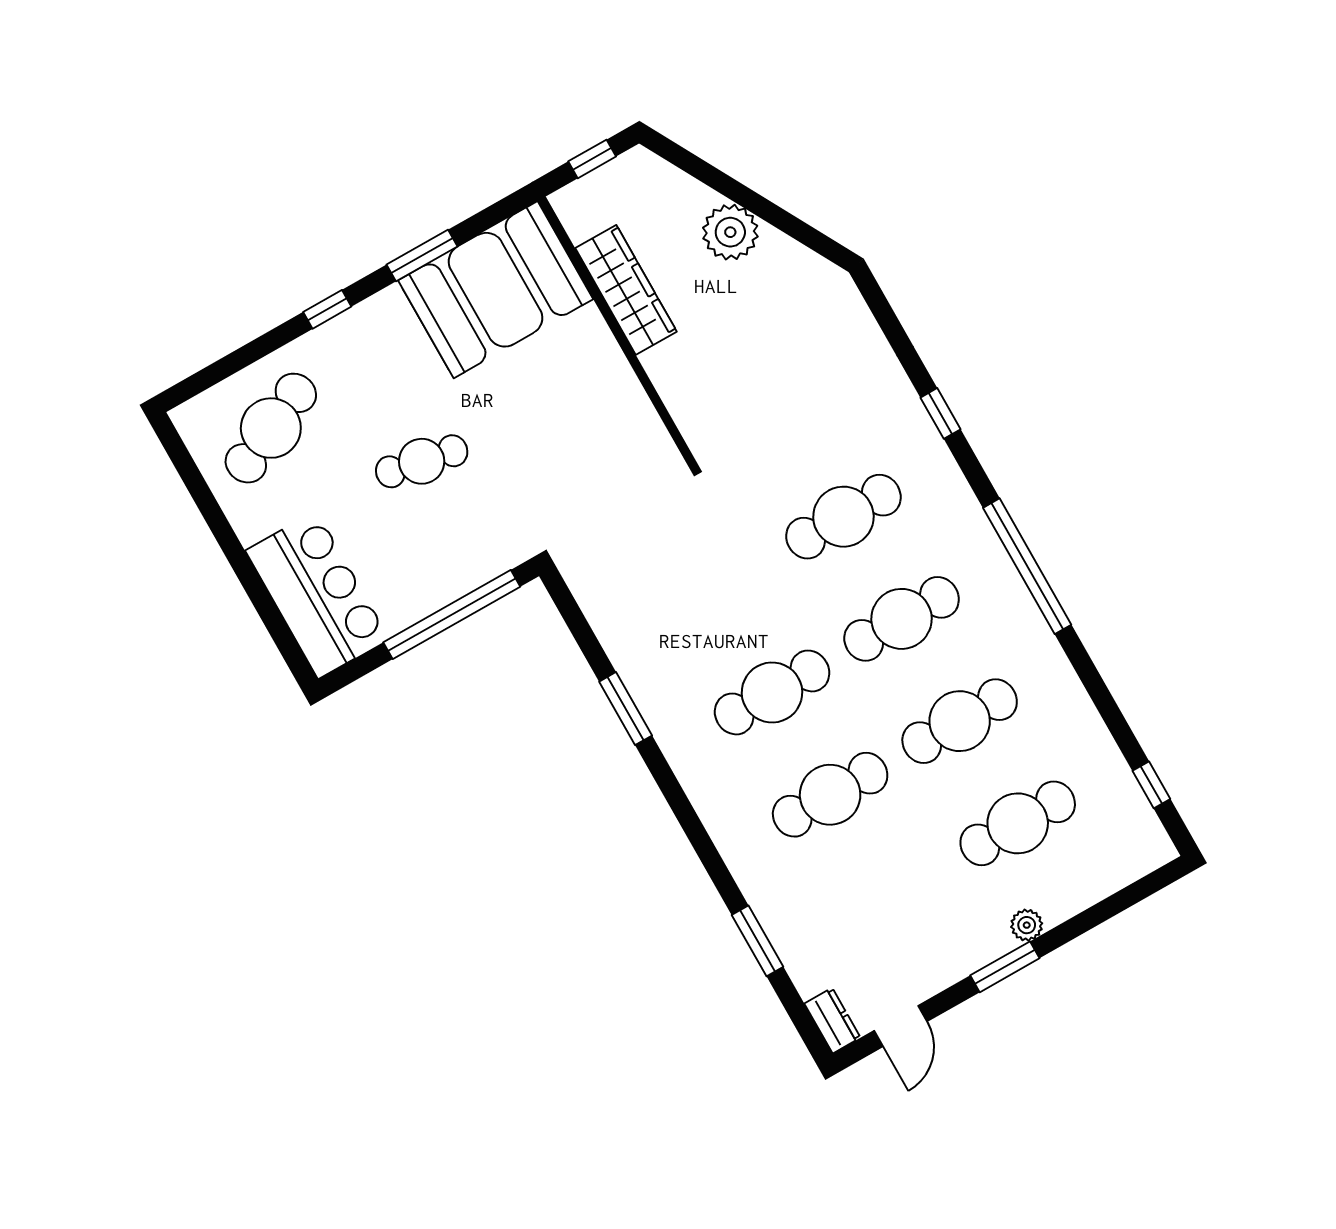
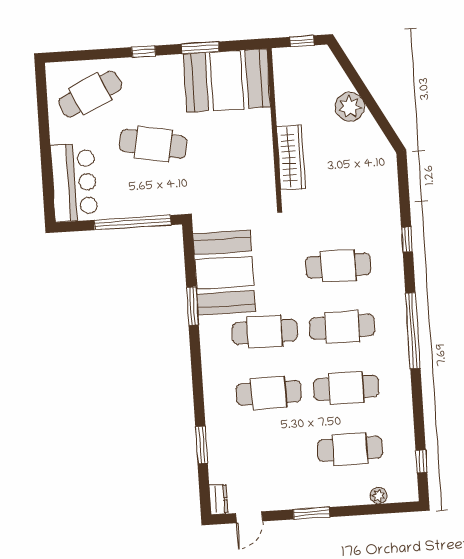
wardrobe: (626, 290) -> (291, 157), moved
cafe table: (422, 461) -> (153, 144), width x1.37, depth x1.35
booth: (652, 624) -> (224, 273), added
plant: (1027, 925) -> (379, 496), moved

